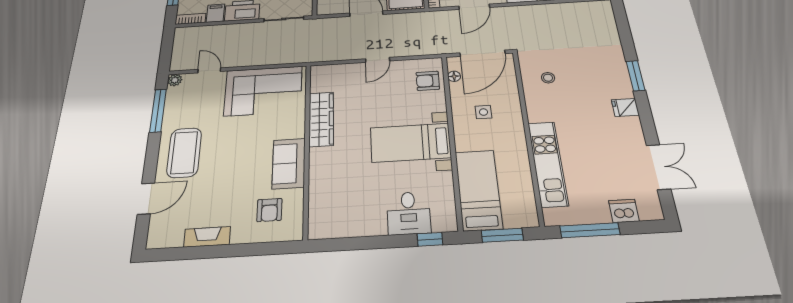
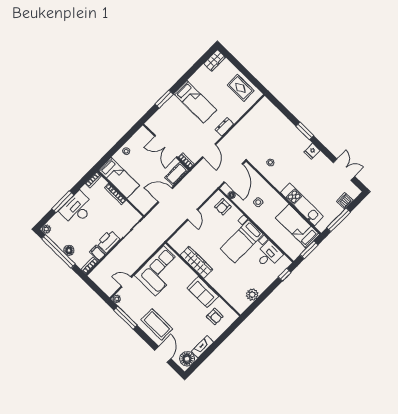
bed: (478, 190) -> (298, 226), moved
desk: (409, 213) -> (269, 255), moved, turned -90
plant: (353, 226) -> (252, 295), added
floor lamp: (169, 234) -> (187, 359), added

